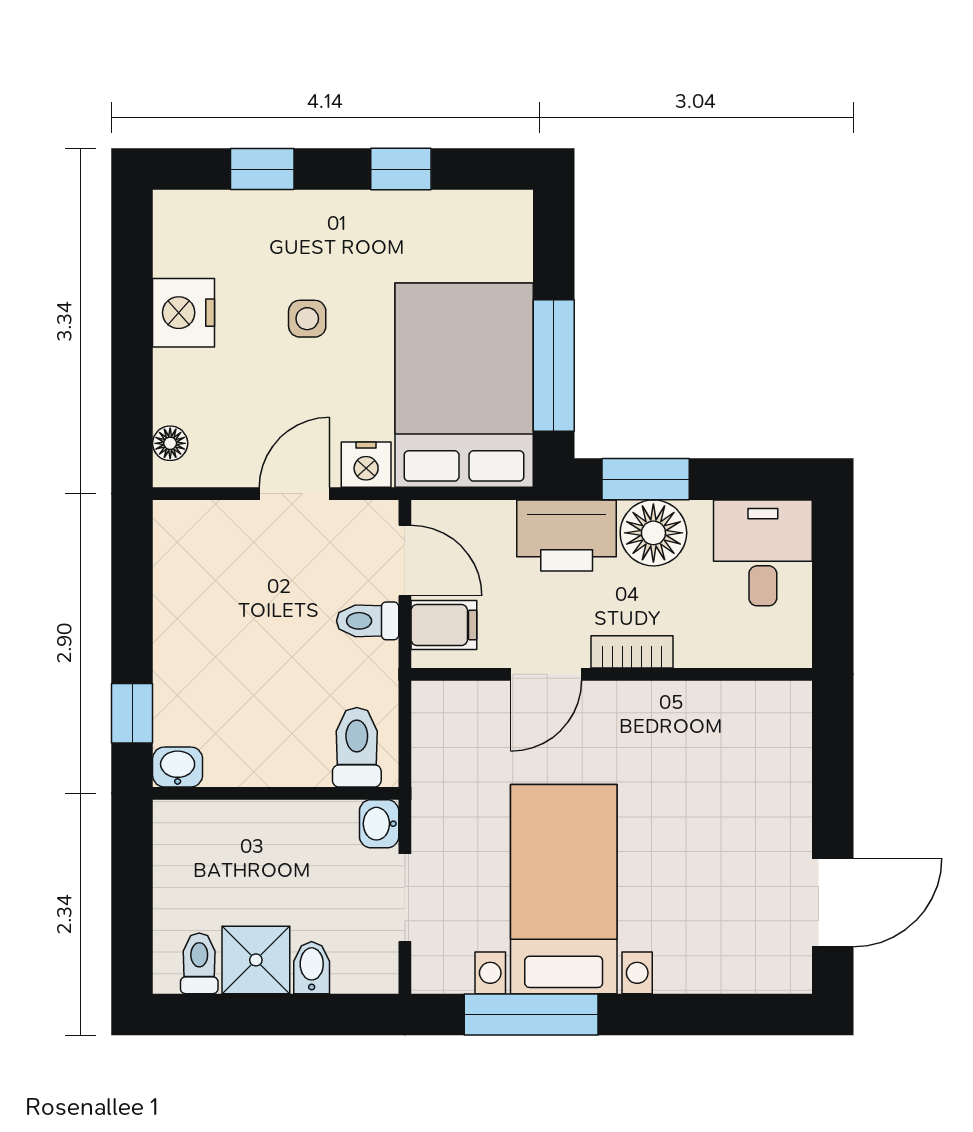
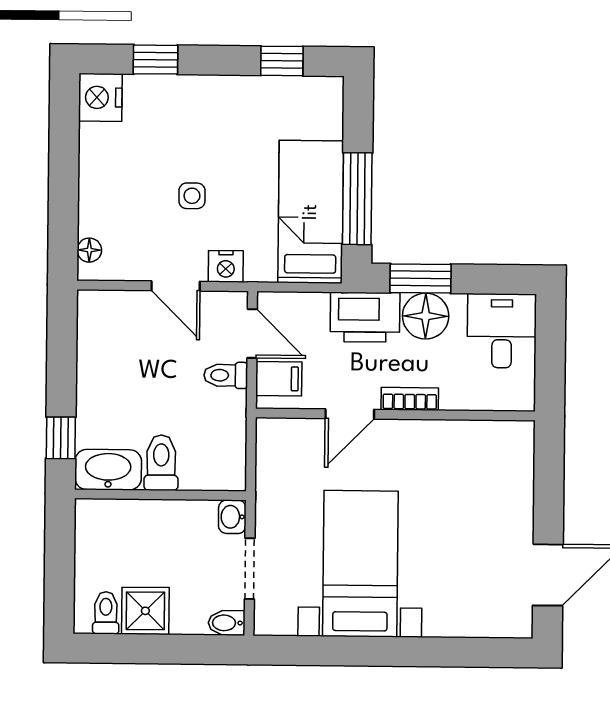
window: (401, 169) -> (282, 61), moved
nightstand: (184, 313) -> (100, 97), moved
side table: (307, 319) -> (192, 196), moved
bed: (464, 385) -> (311, 212), width x0.67
door: (294, 494) -> (176, 286), swing flipped
toilet: (357, 747) -> (161, 463), moved
washbasin: (178, 767) -> (108, 470), width x1.91, depth x1.45
bidet: (312, 968) -> (227, 623), moved, turned -90
window: (531, 1014) -> (337, 651), removed

